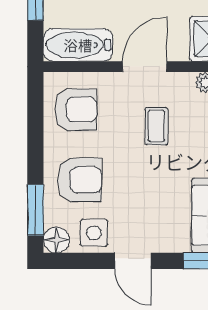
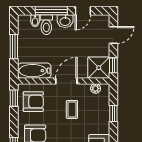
window: (35, 102) -> (14, 98), added

